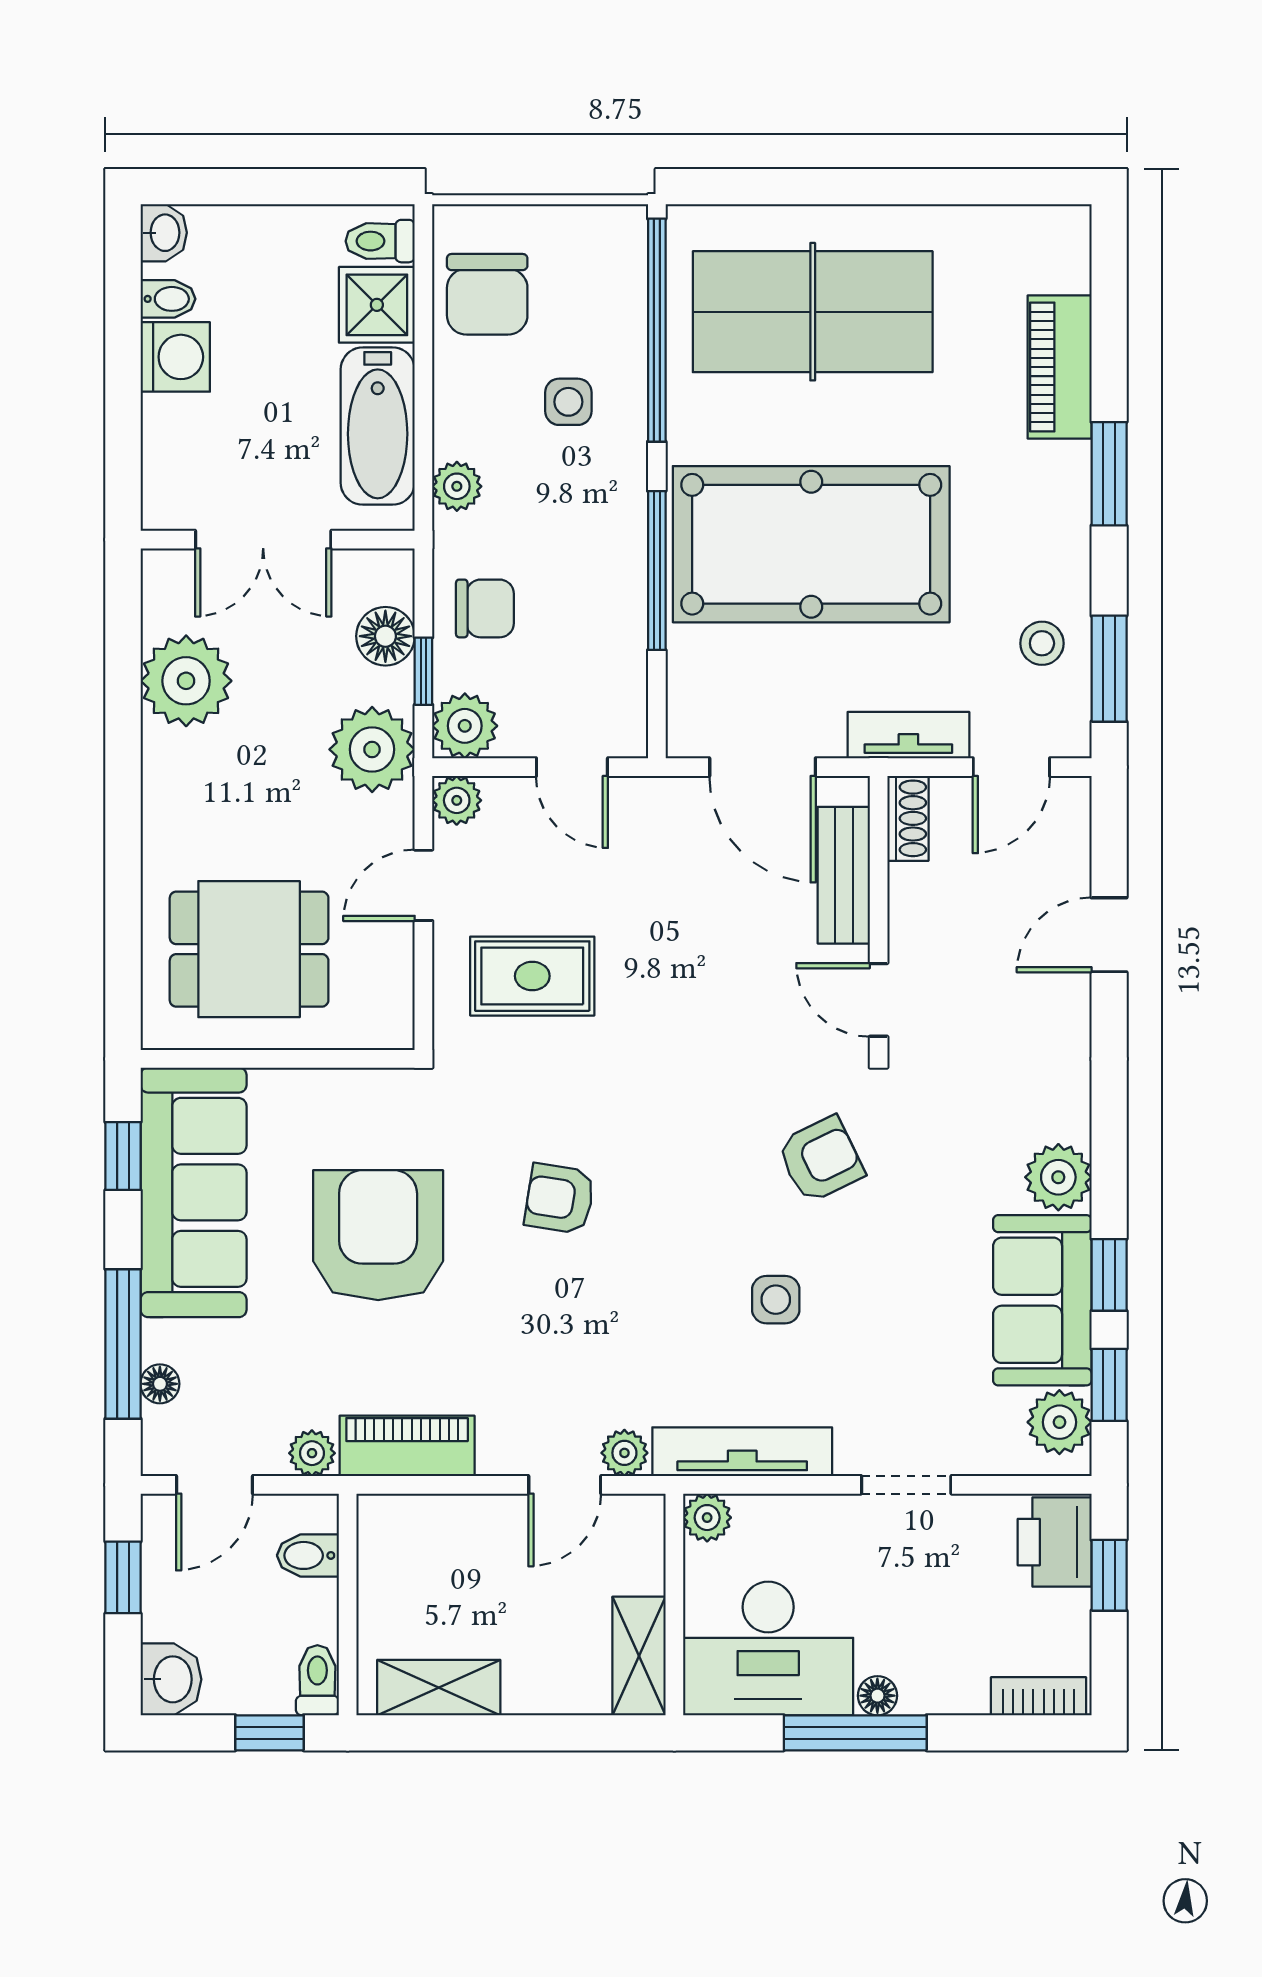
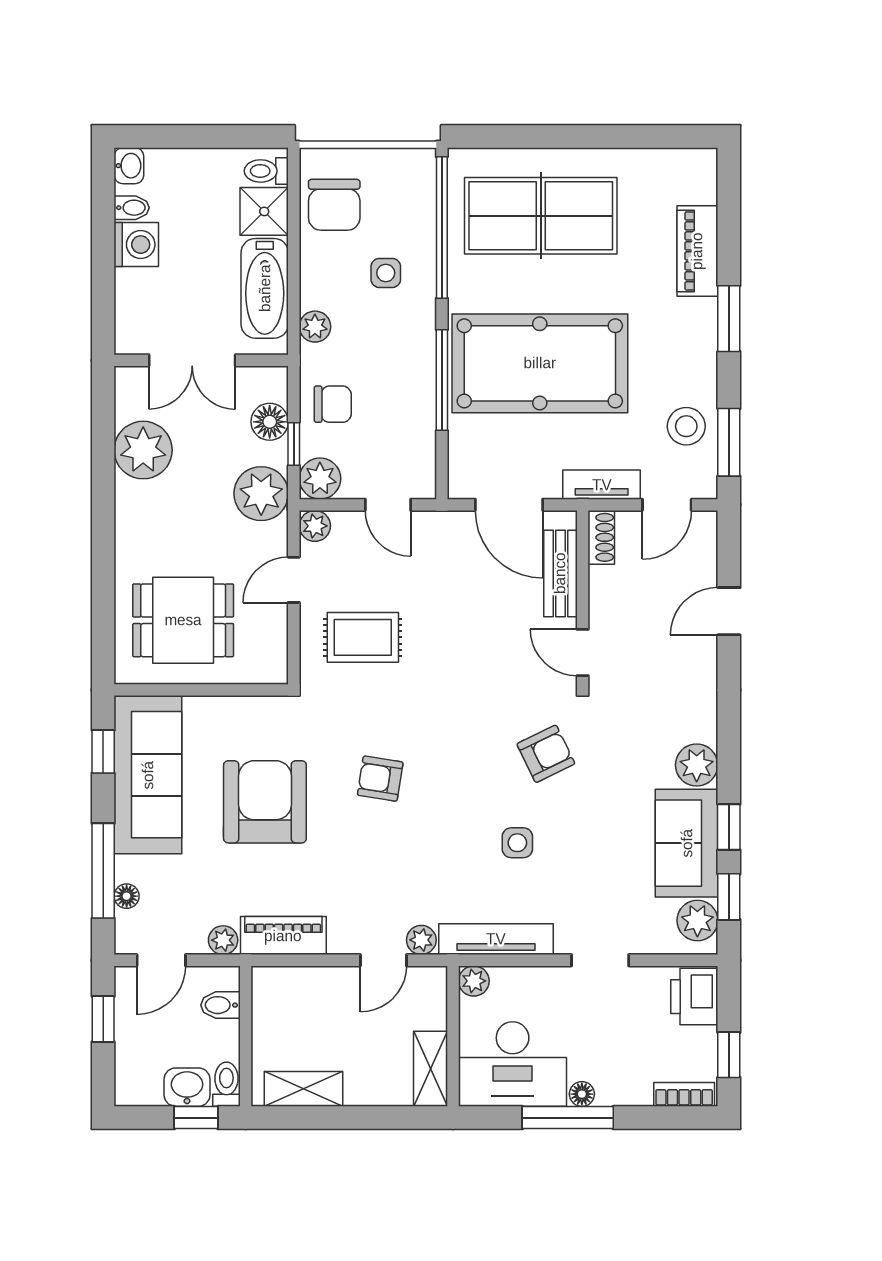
stool: (1042, 643) -> (686, 426), width x1.37, depth x1.37
window: (1109, 1575) -> (729, 1055), moved
washbasin: (171, 1679) -> (187, 1087), moved, turned -90

